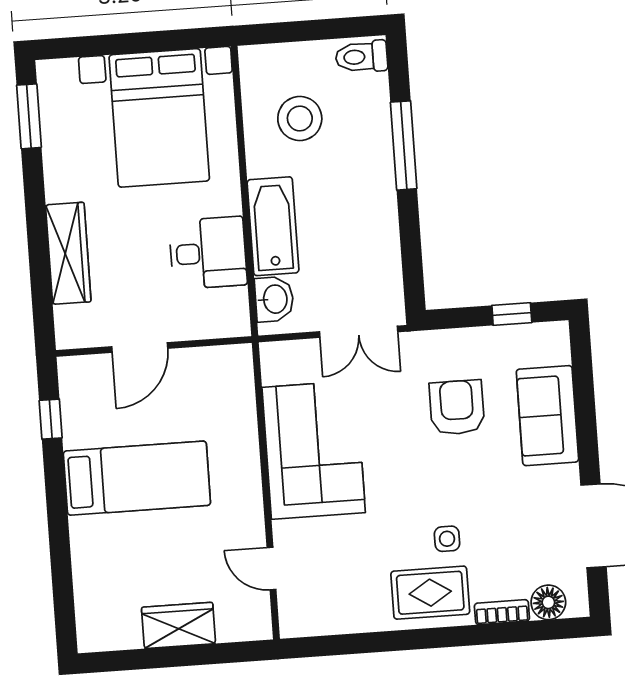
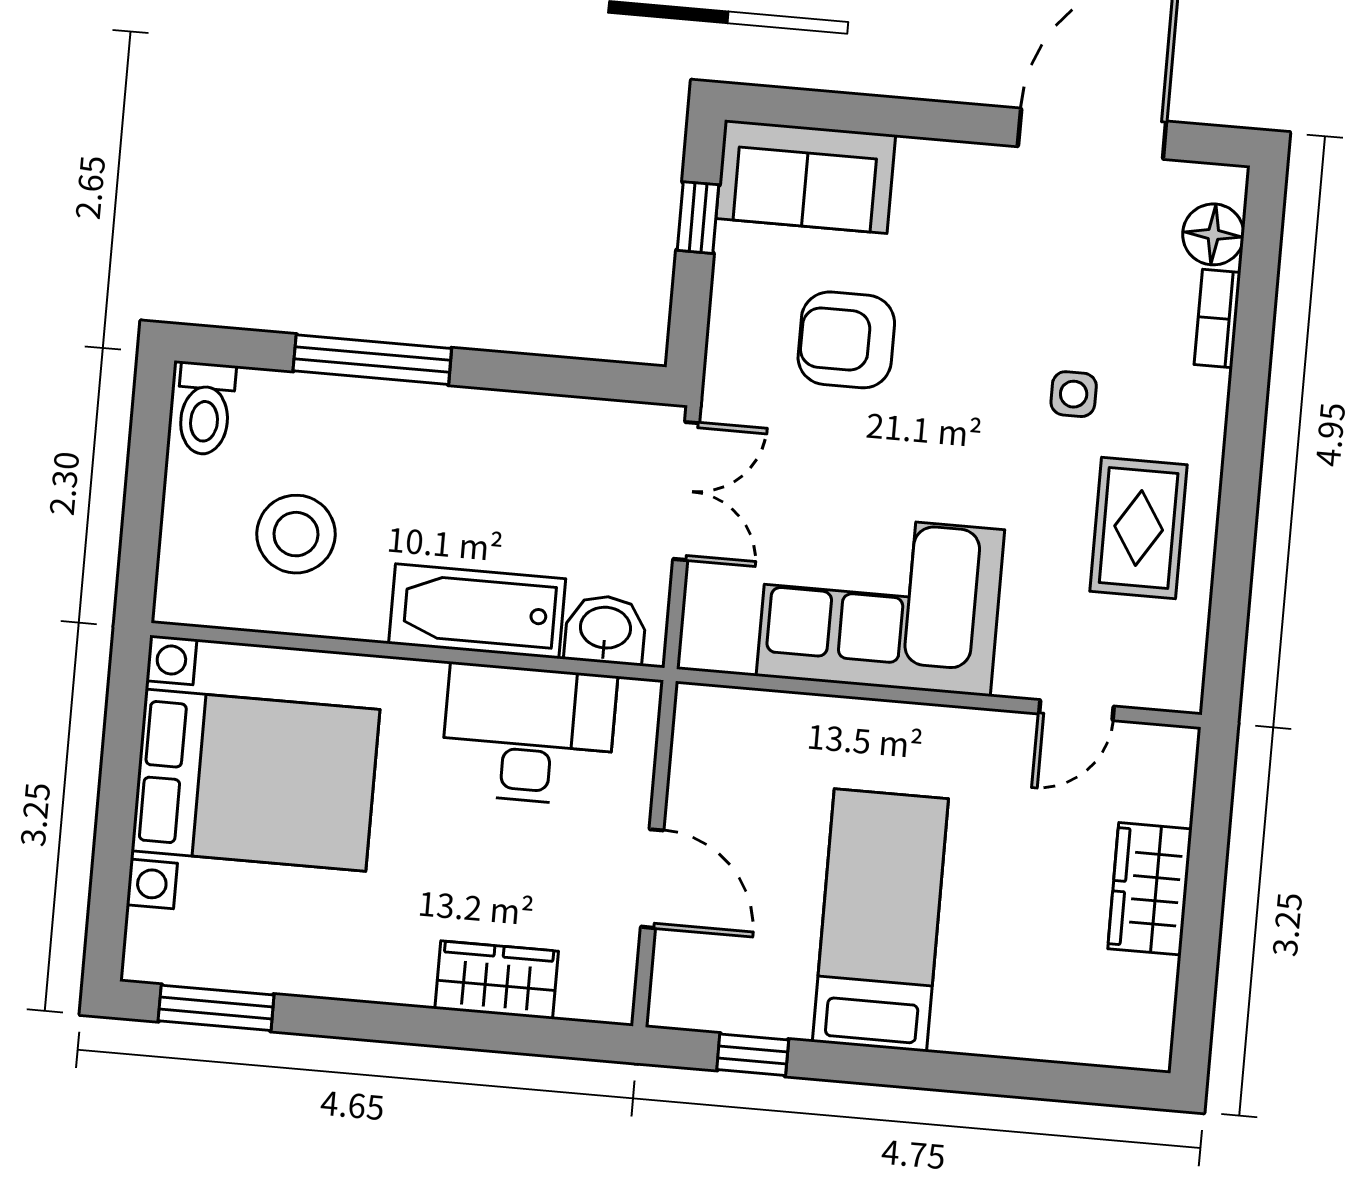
wardrobe: (68, 253) -> (497, 980), width x0.67
desk: (208, 253) -> (528, 734), width x1.37
sofa: (547, 416) -> (806, 177), moved
rug: (430, 593) -> (1139, 528), moved

